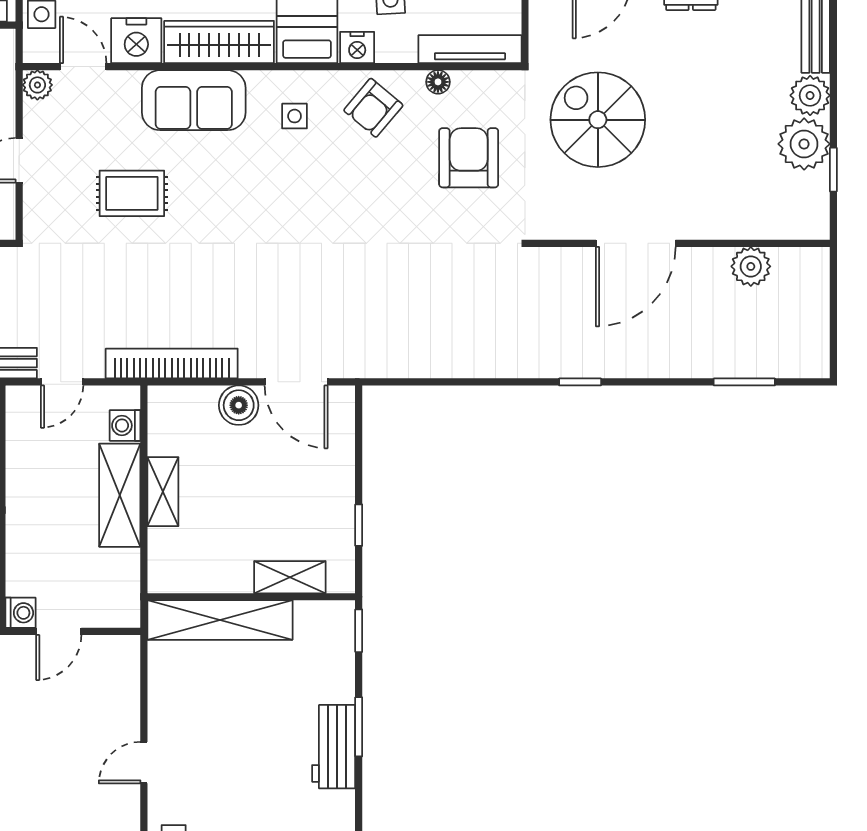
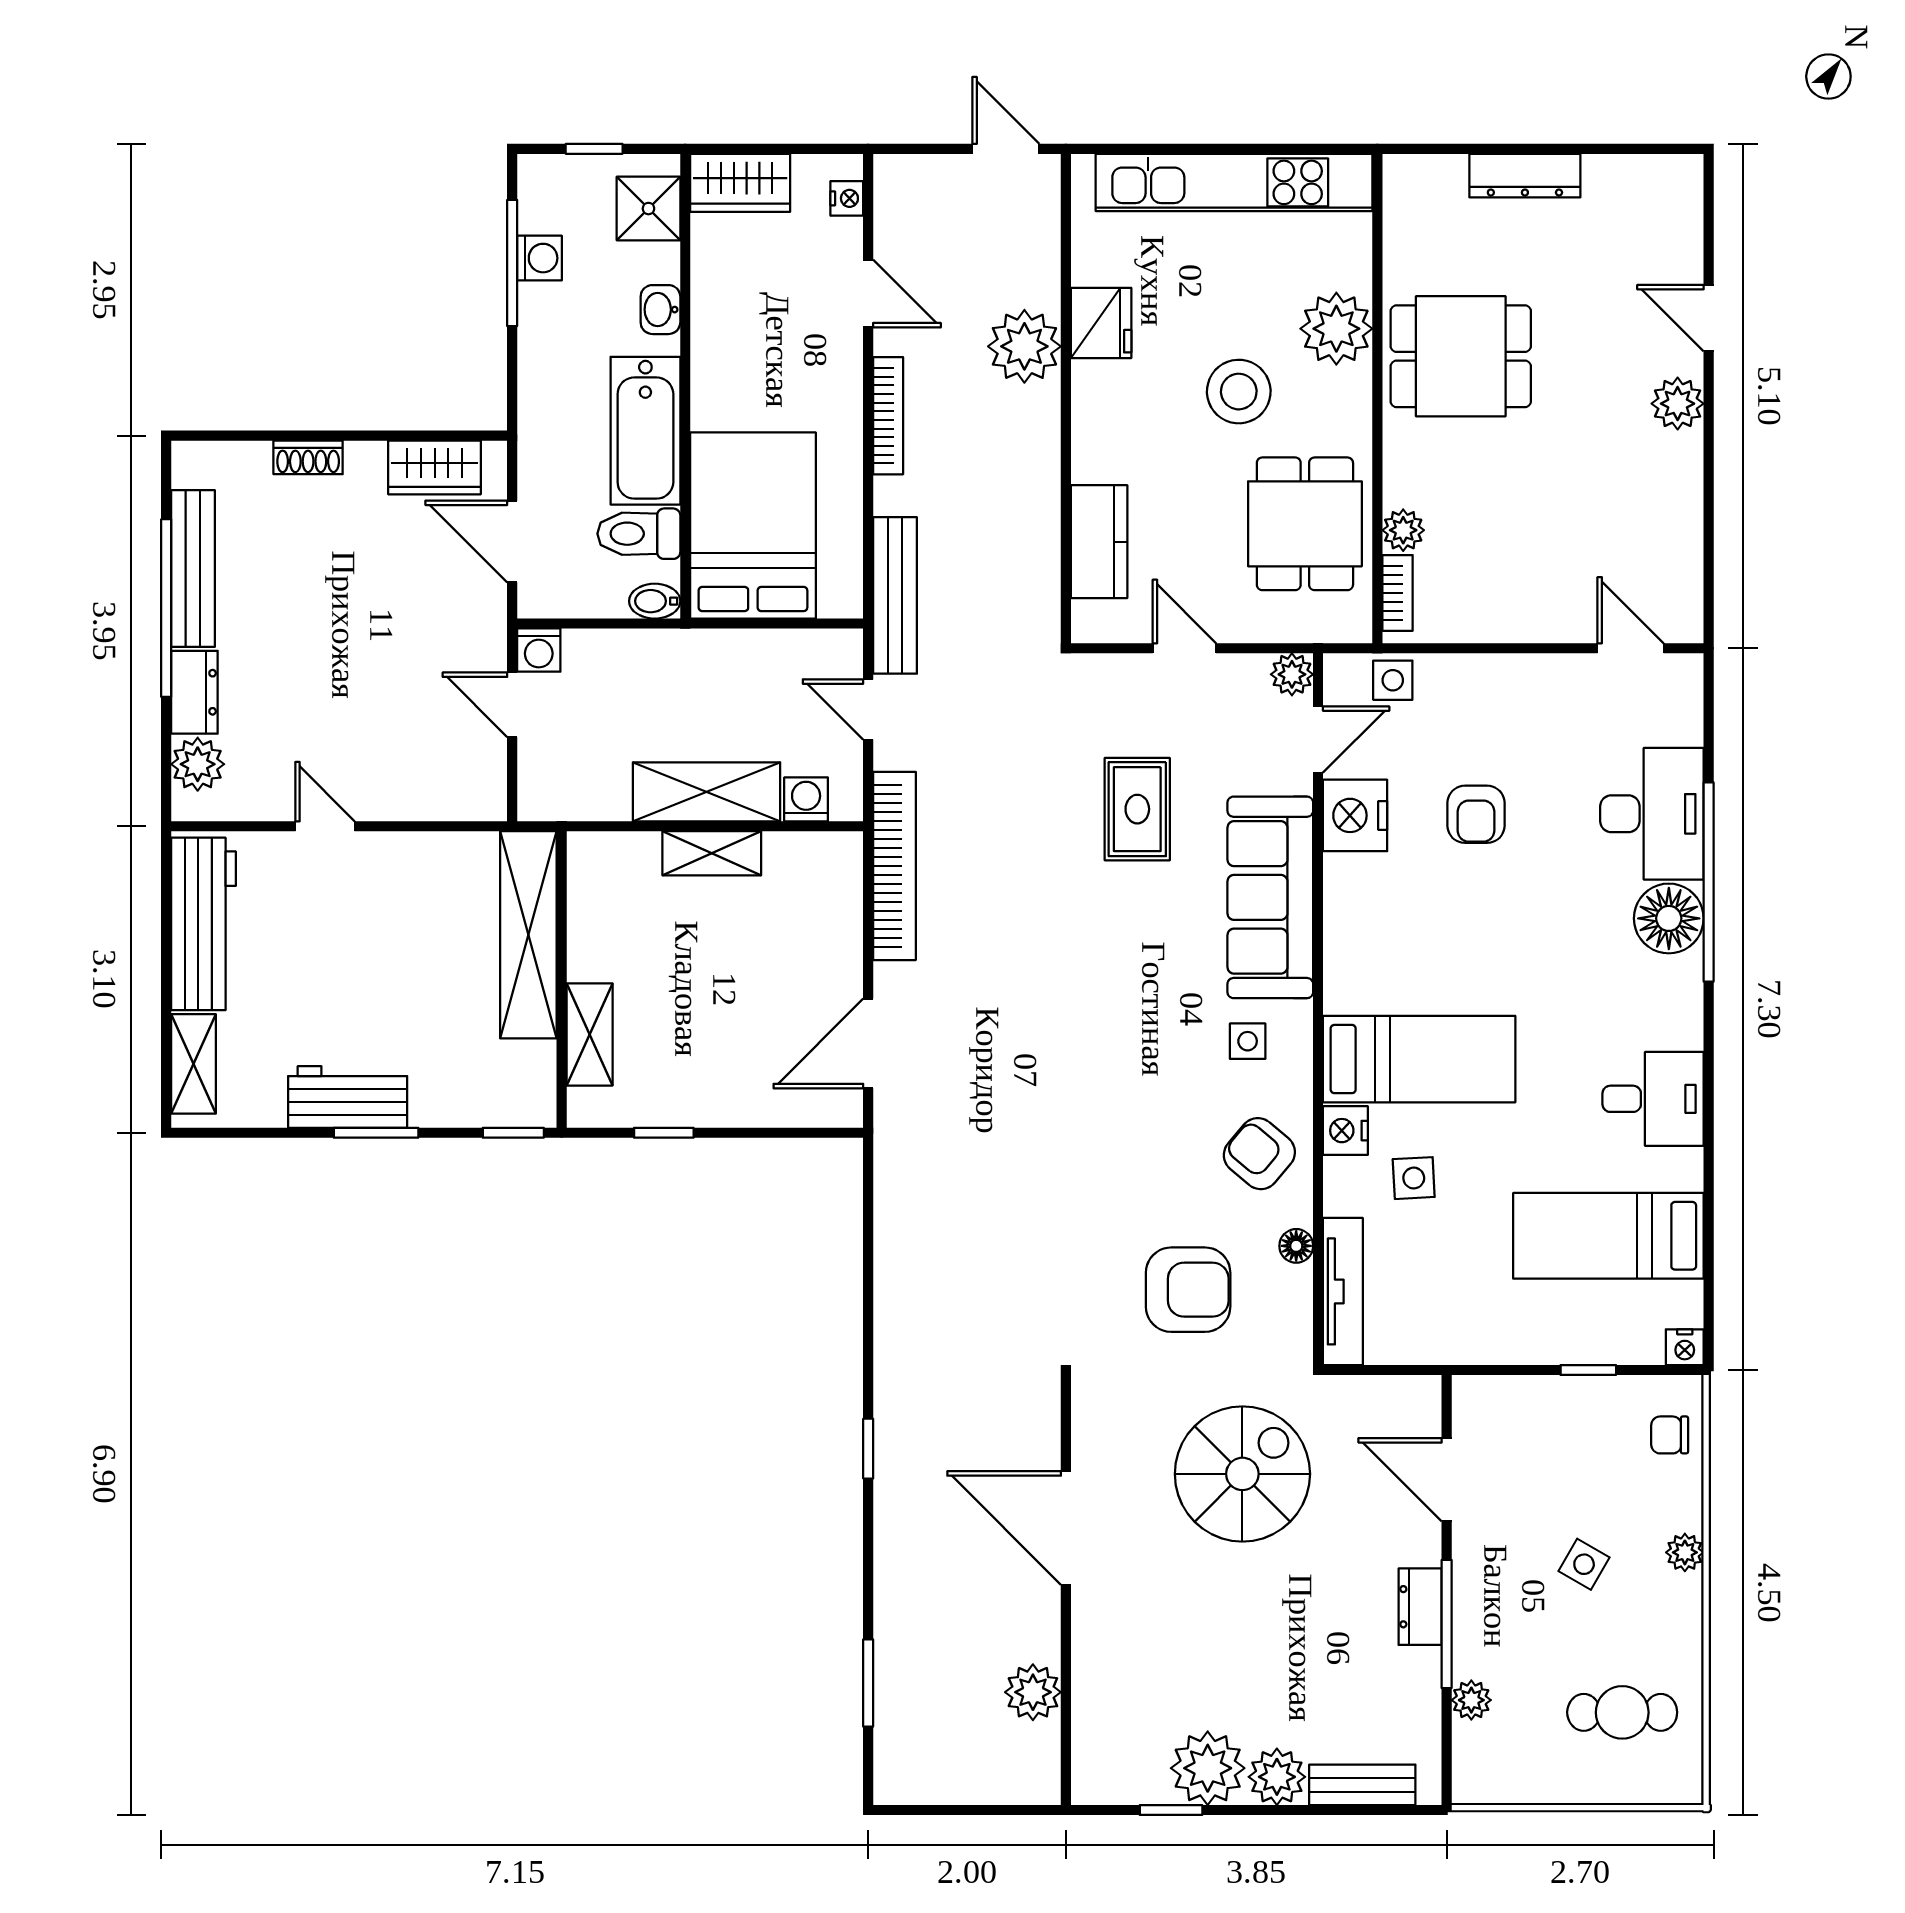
wardrobe: (219, 42) -> (1353, 933), removed
sofa: (194, 100) -> (1270, 897), width x1.36
boiler: (239, 405) -> (835, 961), removed

